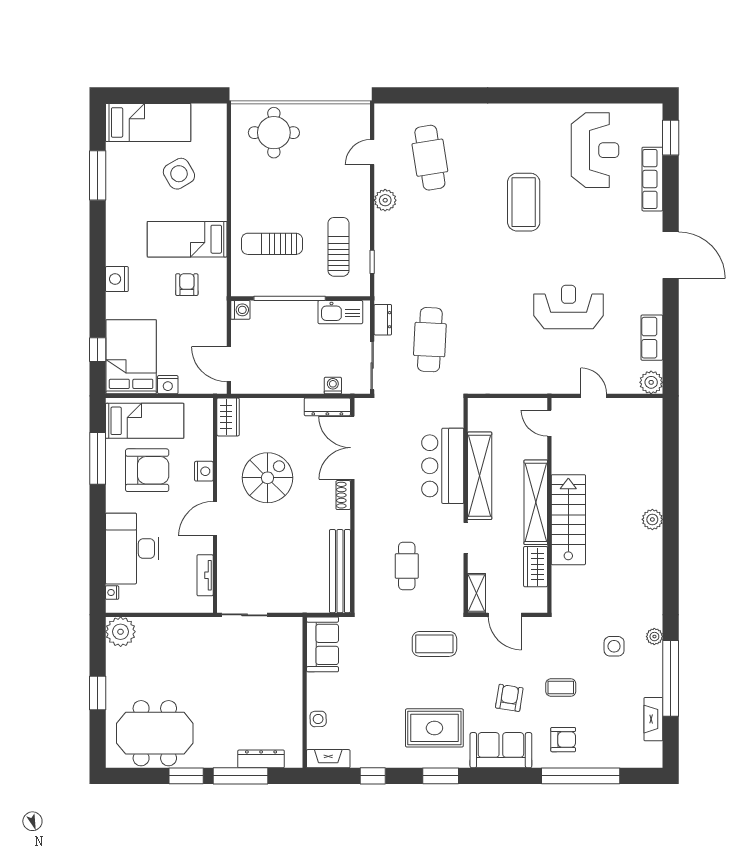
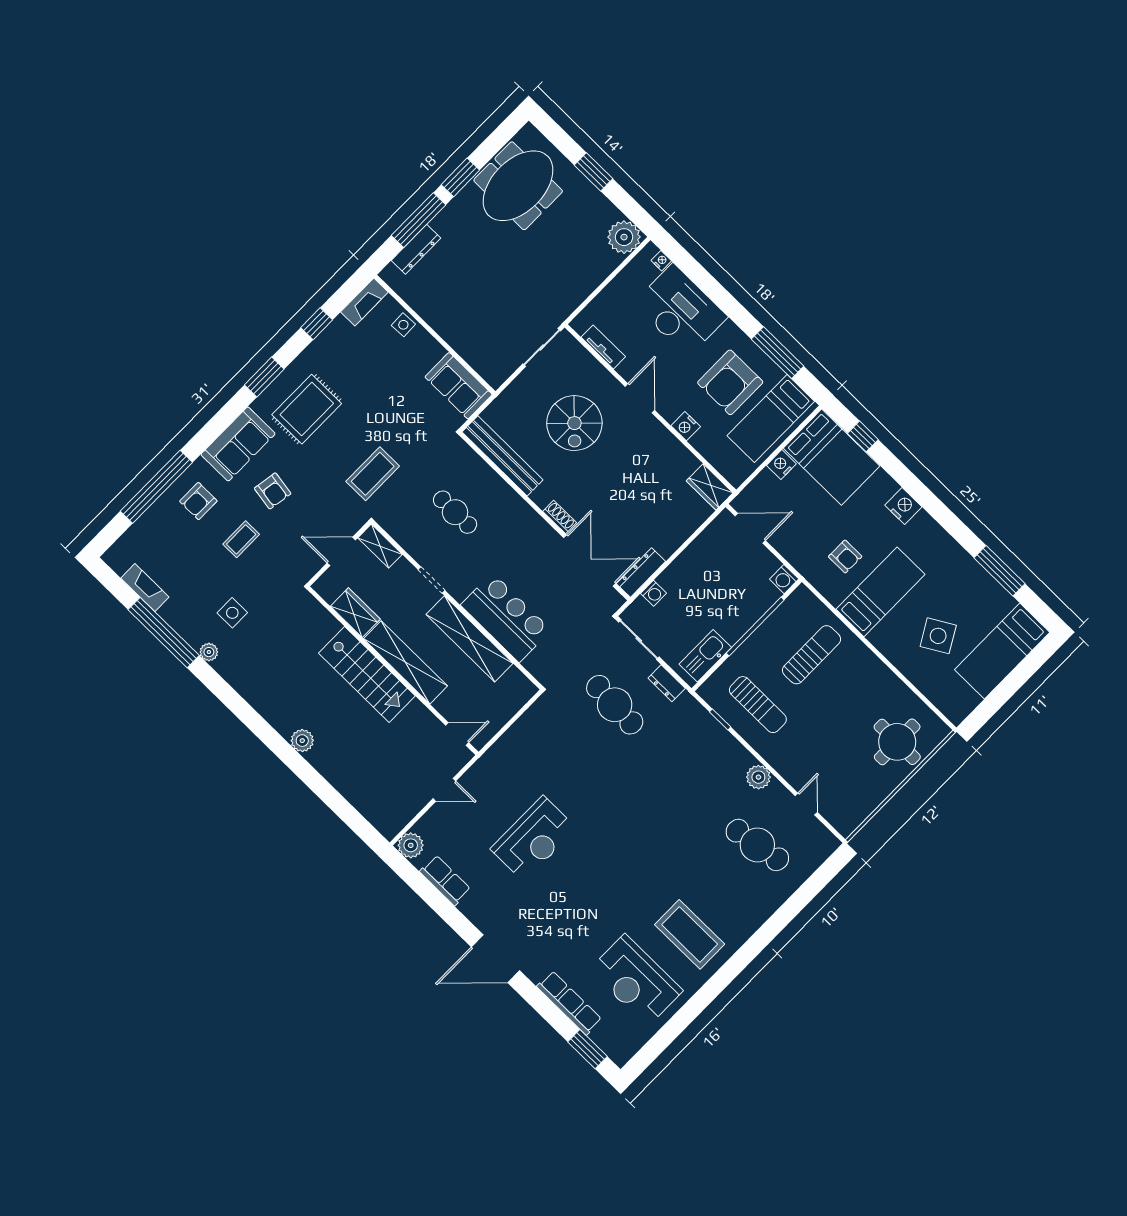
coffee table: (524, 202) -> (690, 934), moved
spiral stairs: (267, 478) -> (574, 423), moved

